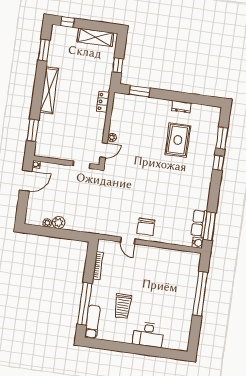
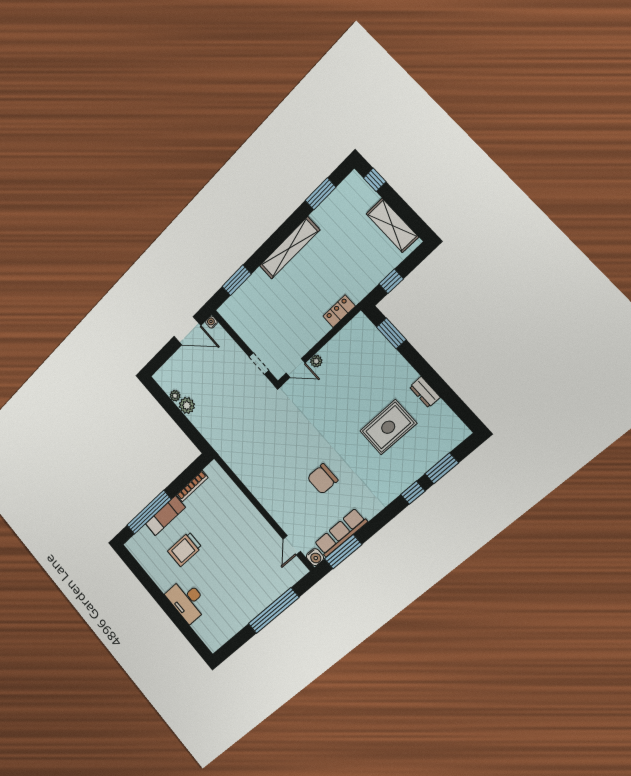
row of seats: (199, 223) -> (341, 533), width x1.48
chair: (146, 227) -> (323, 479), moved
door: (128, 241) -> (292, 545), moved
exam couch: (93, 322) -> (165, 516), moved

